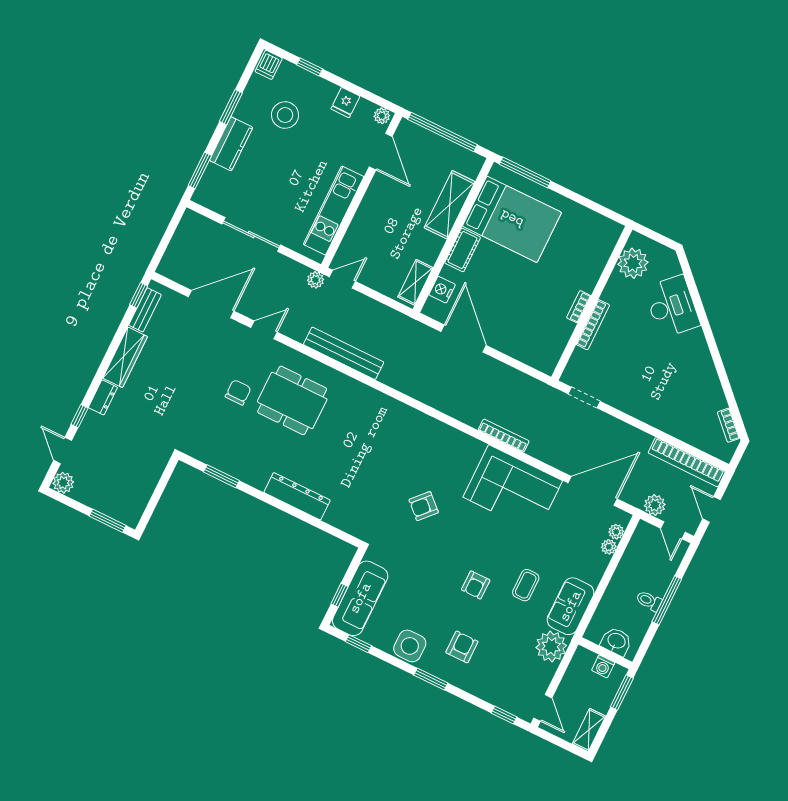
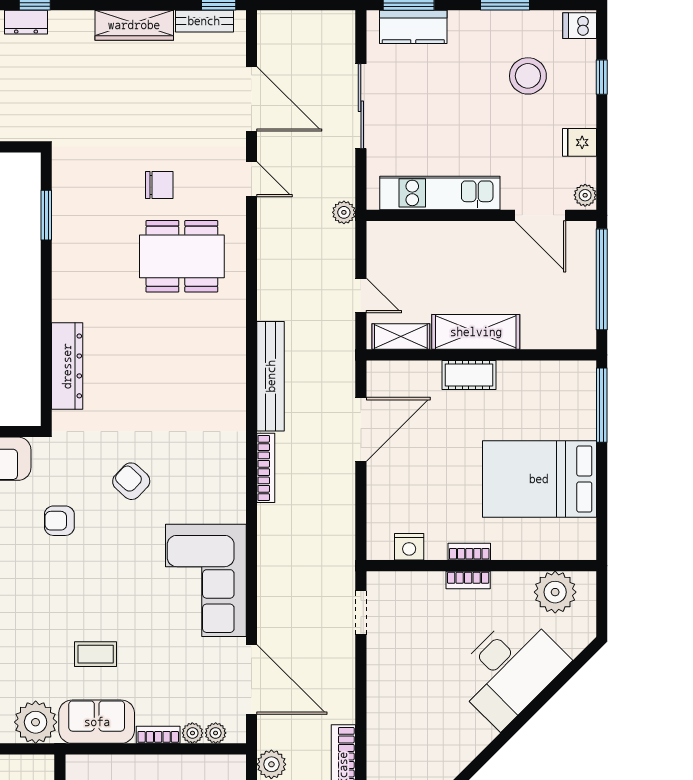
kitchen counter: (231, 144) -> (413, 27), moved
door: (381, 152) -> (540, 215), hinge flipped
shelving: (450, 205) -> (476, 332), moved
bed: (512, 219) -> (539, 479), moved, turned 90
door: (342, 279) -> (361, 295), moved
nightstand: (442, 290) -> (409, 547), moved, turned 180
desk: (672, 306) -> (510, 669), width x1.36, depth x1.30
bookcase: (593, 325) -> (468, 580), width x0.64
bench: (344, 353) -> (271, 376), moved
dresser: (103, 397) -> (26, 22), moved
dining table: (292, 400) -> (182, 256), turned 90
bookcase: (504, 436) -> (266, 468), moved
dresser: (297, 496) -> (67, 366), moved
bookcase: (599, 570) -> (158, 735), added
armchair: (476, 585) -> (59, 521), moved

